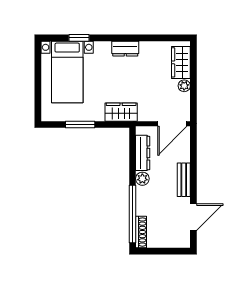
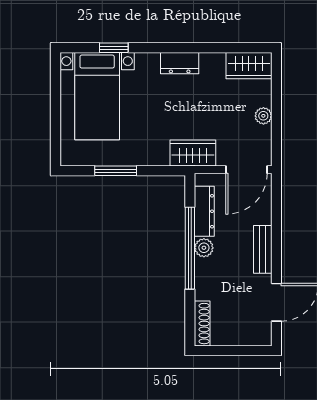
wardrobe: (181, 62) -> (249, 66), moved, turned -90
wardrobe: (121, 112) -> (193, 153), moved
window: (132, 214) -> (190, 248), moved

